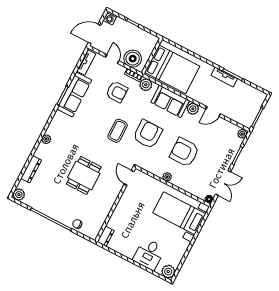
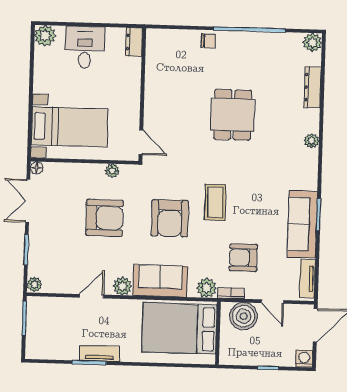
door: (129, 178) -> (141, 142), moved
wall: (115, 204) -> (142, 95), moved
dresser: (106, 236) -> (134, 42), moved

